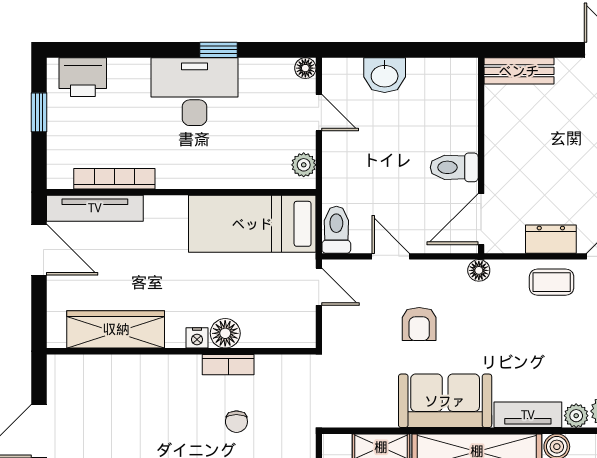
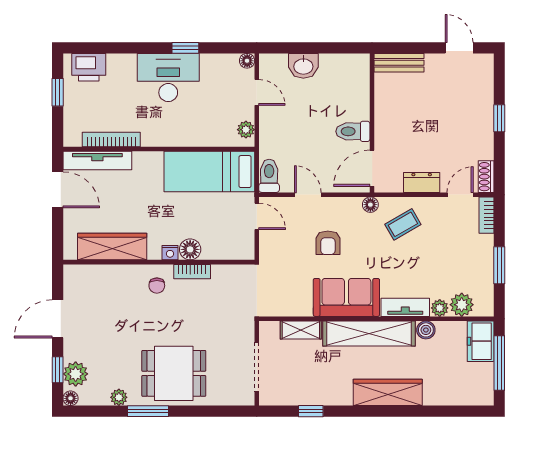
coffee table: (552, 282) -> (403, 224), moved, turned -30
chair: (236, 422) -> (157, 286), moved

